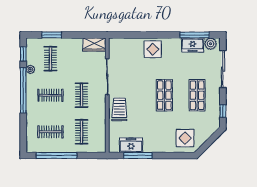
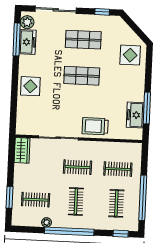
window: (23, 54) -> (121, 234), moved

